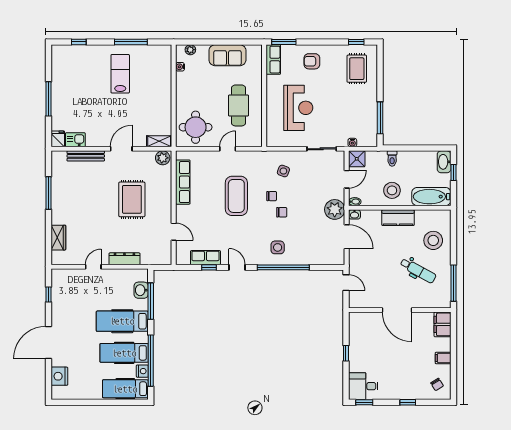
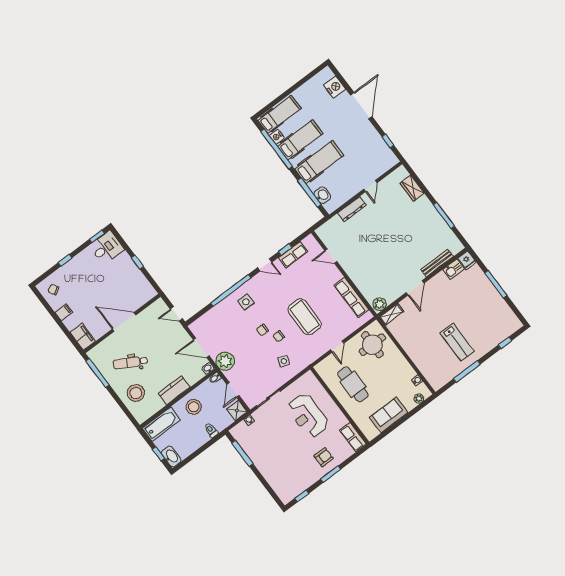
window: (284, 42) -> (331, 474), moved
rug: (357, 69) -> (287, 477), removed
rug: (132, 199) -> (379, 257), removed

